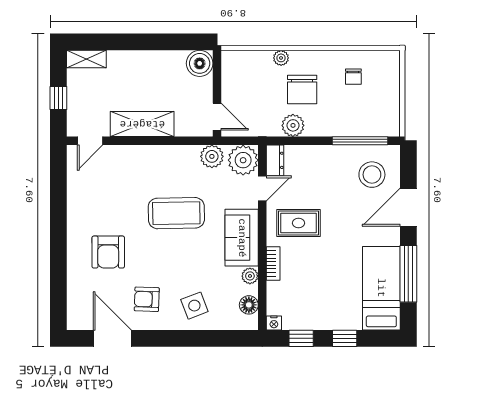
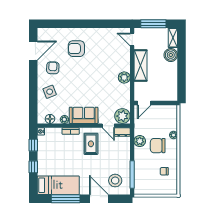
boiler: (200, 63) -> (171, 55), moved
window: (58, 98) -> (153, 24), width x2.17
plant: (212, 156) -> (124, 78), moved
coffee table: (176, 213) -> (96, 83), removed

